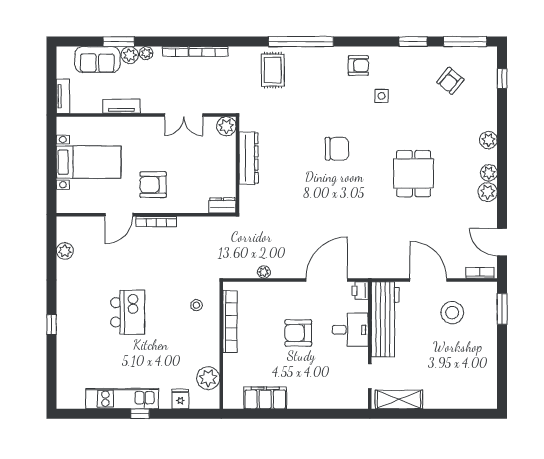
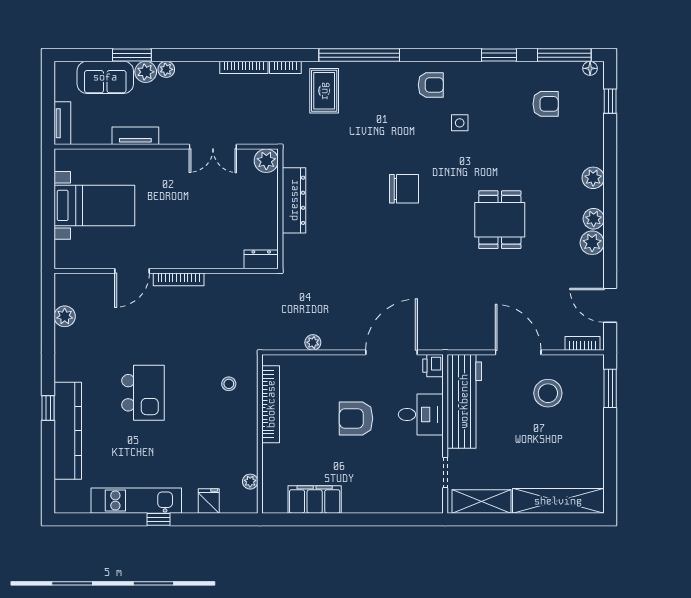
bookcase: (175, 52) -> (285, 67), moved
floor lamp: (486, 52) -> (590, 68), added
armchair: (450, 81) -> (546, 104), turned -130
armchair: (153, 185) -> (175, 234), removed
kitchen counter: (67, 343) -> (68, 431), added
plant: (208, 378) -> (250, 482), width x0.53, depth x0.53
shelving: (461, 399) -> (558, 501), added

